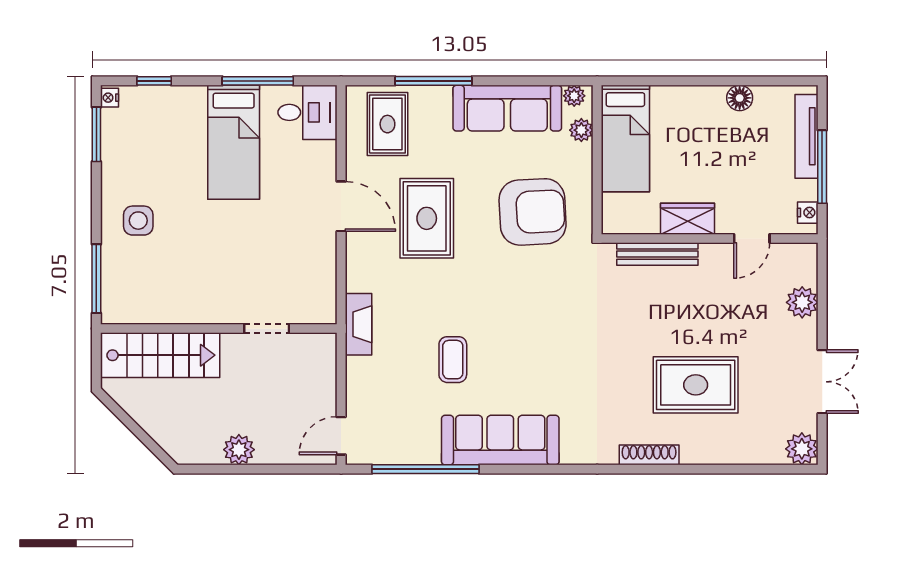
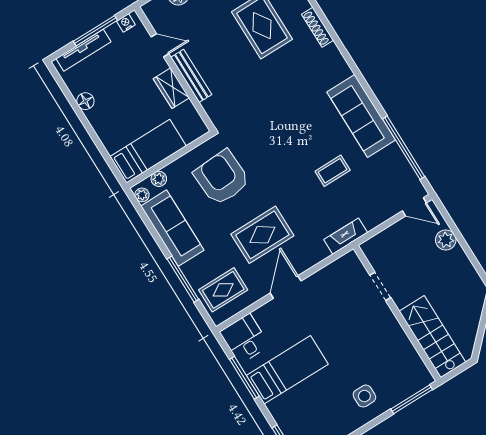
bench: (657, 254) -> (191, 76), moved
plant: (239, 450) -> (446, 240), moved

